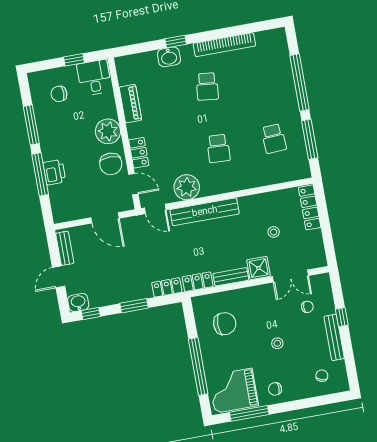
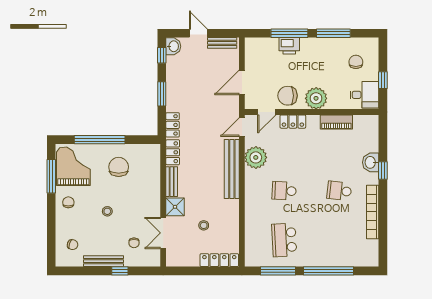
school desk: (274, 139) -> (284, 240), width x1.85
chair: (225, 324) -> (119, 167), moved, turned 180

